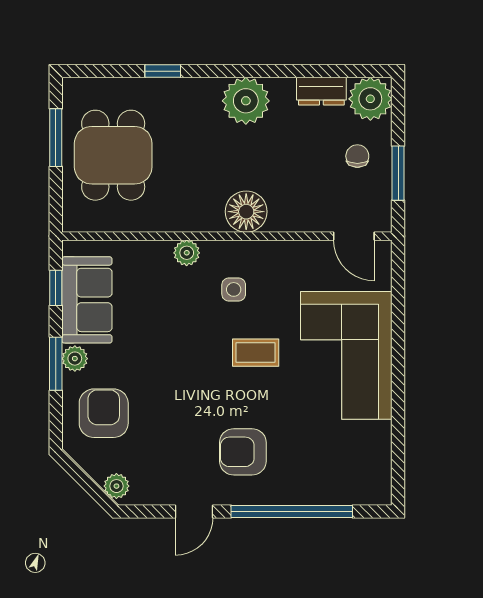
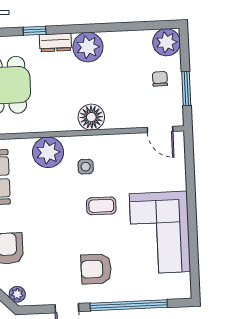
dresser: (321, 91) -> (55, 42), moved
plant: (187, 253) -> (48, 152), width x1.87, depth x1.87
corner sofa: (346, 355) -> (160, 233), moved

